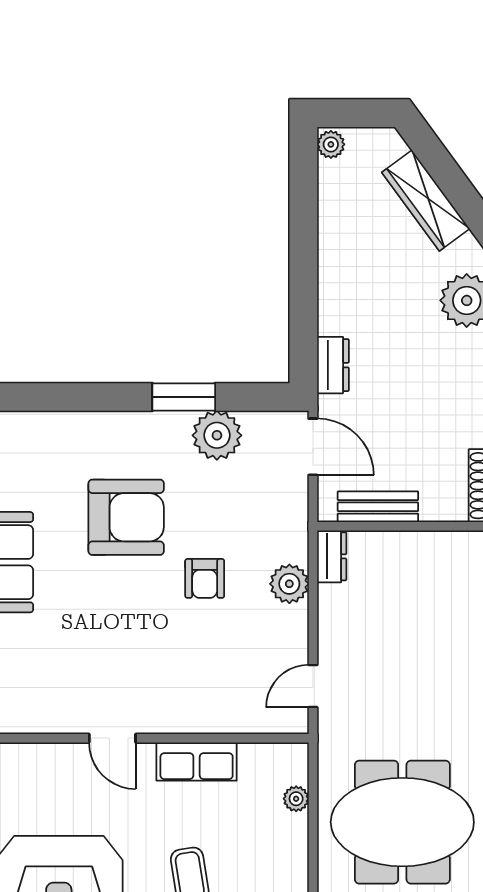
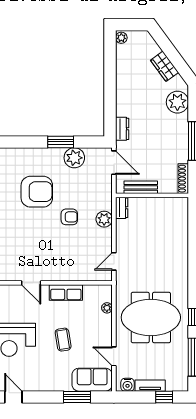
wardrobe: (426, 201) -> (164, 66), width x0.67
armchair: (205, 578) -> (69, 217), turned -90

